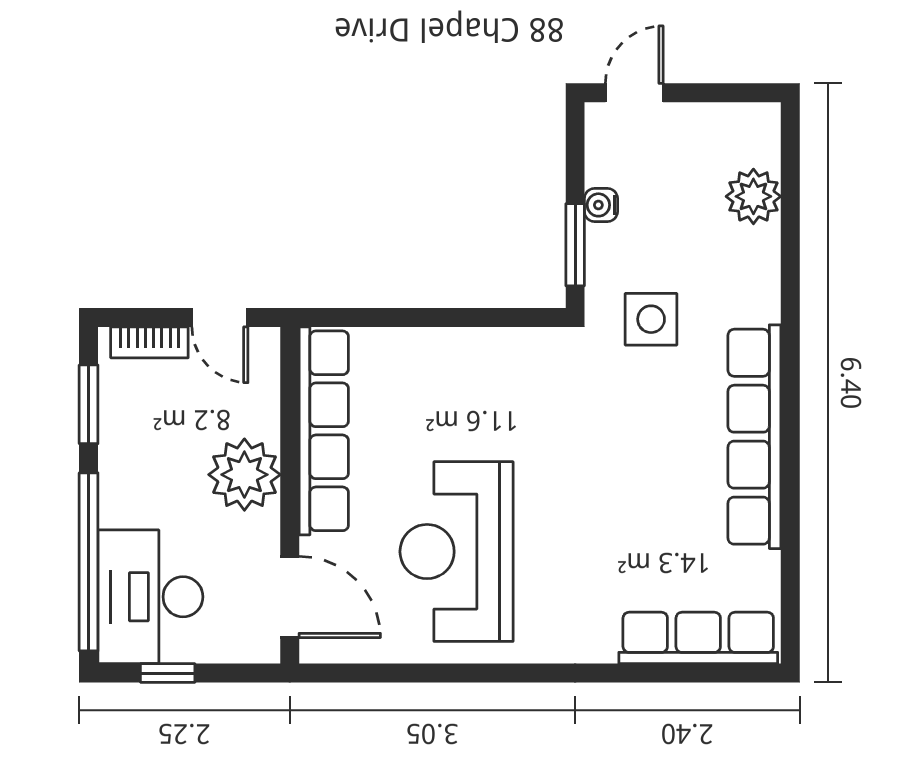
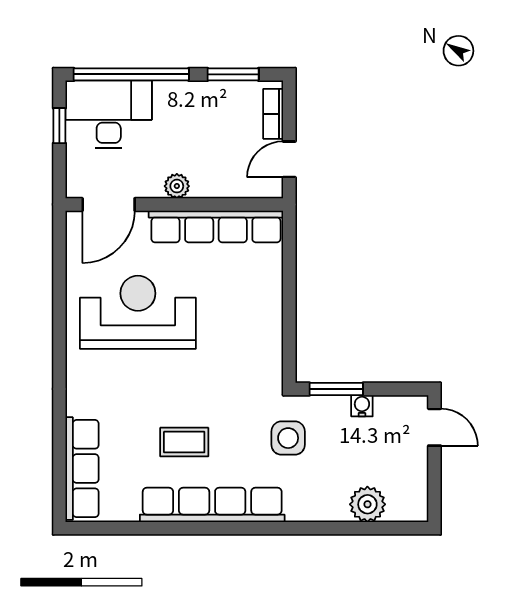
plant: (244, 475) -> (177, 186), width x0.53, depth x0.53
coffee table: (657, 480) -> (184, 442), added

